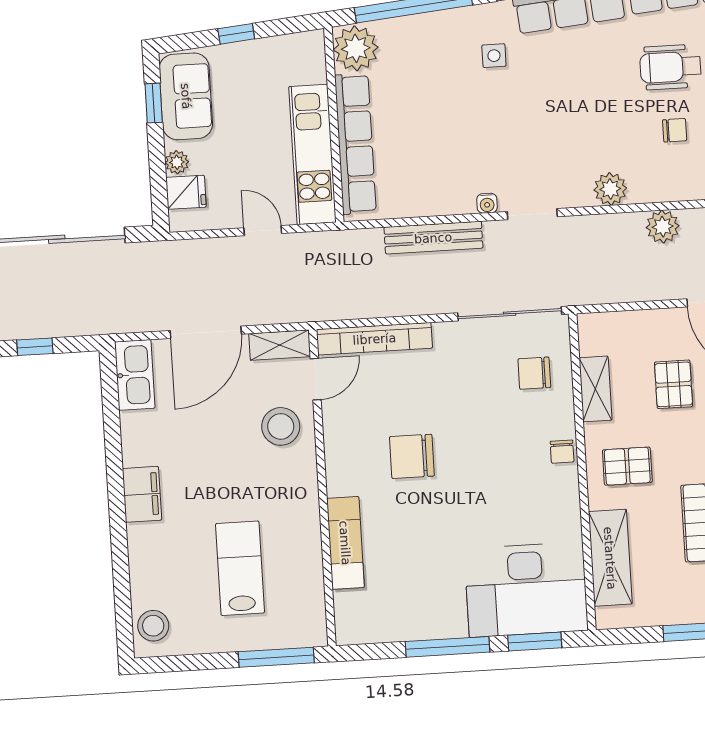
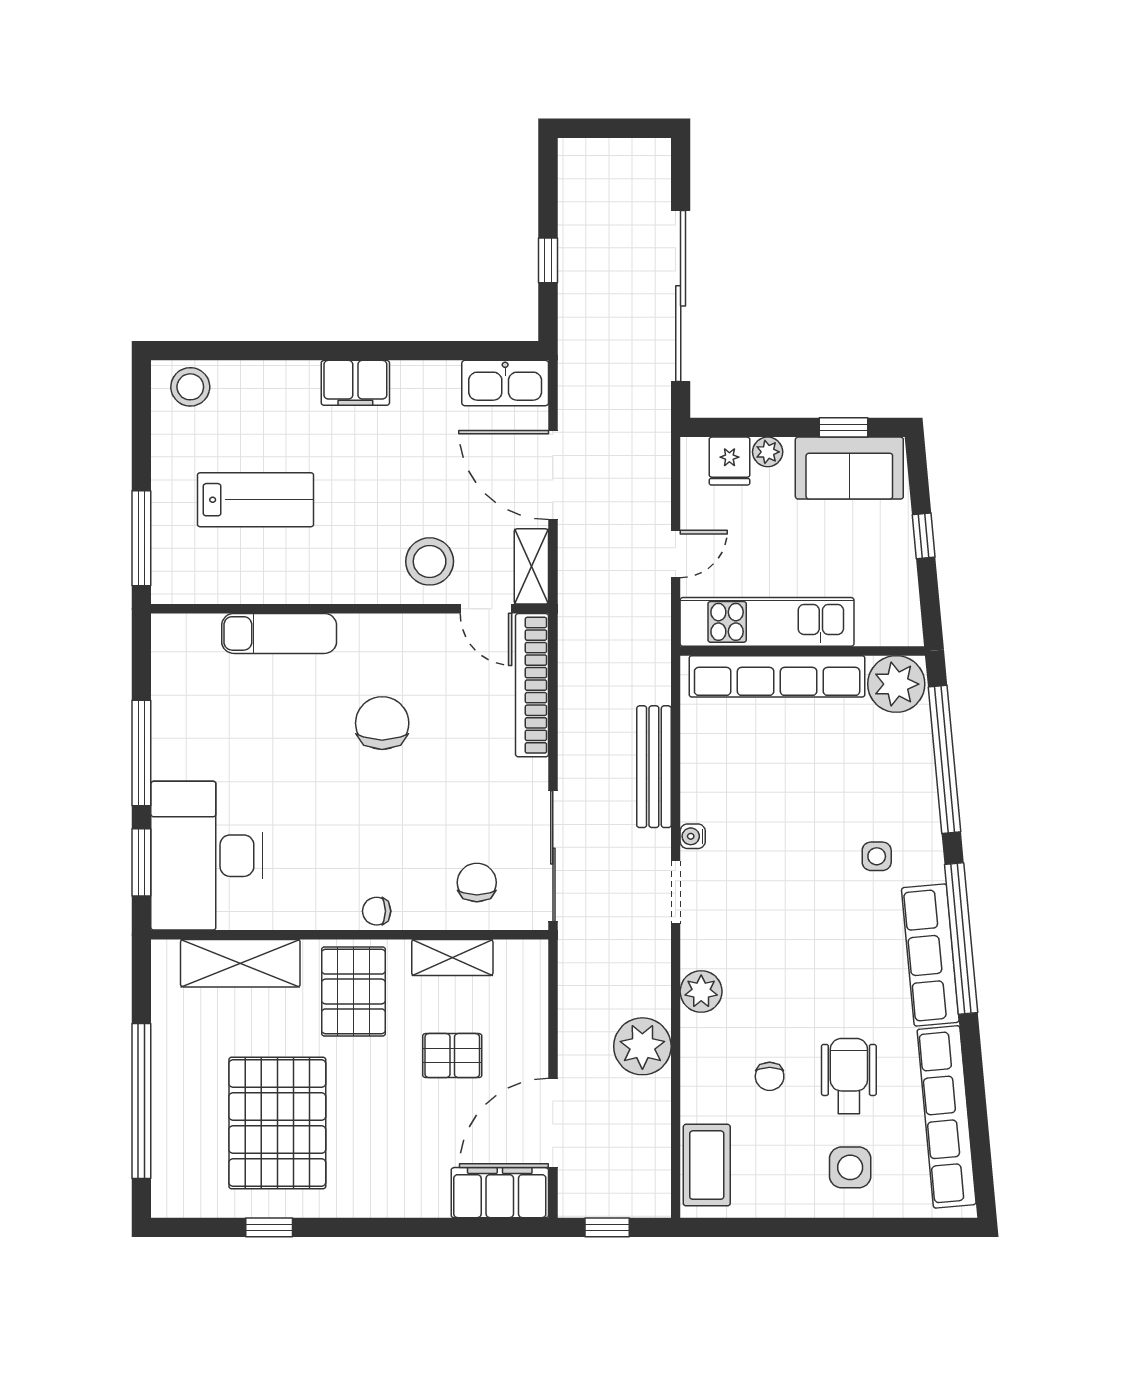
plant: (663, 227) -> (642, 1046), width x1.36, depth x1.36
pallet: (627, 466) -> (353, 992), width x1.50, depth x1.42

